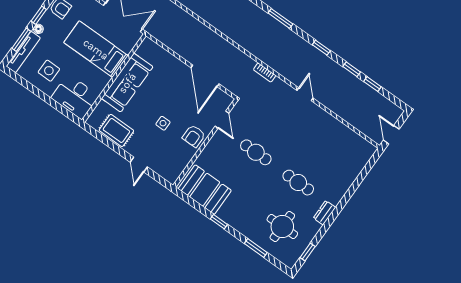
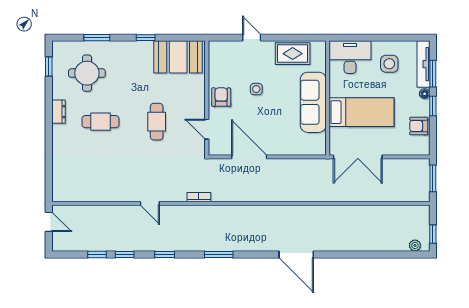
cafe table: (256, 152) -> (157, 122), turned 90

